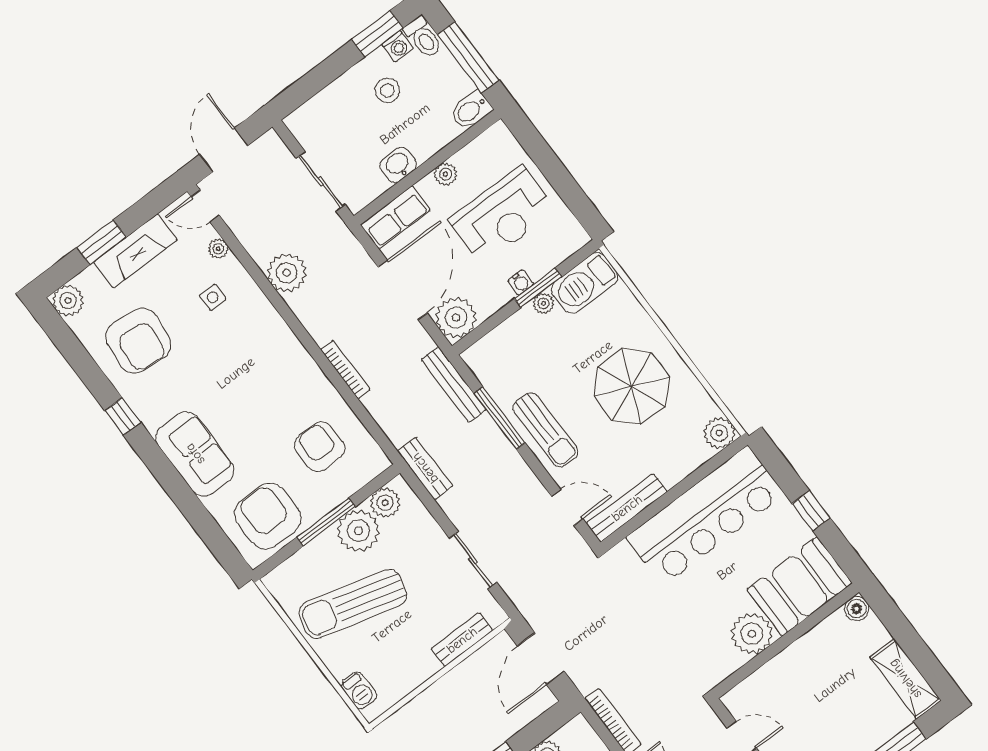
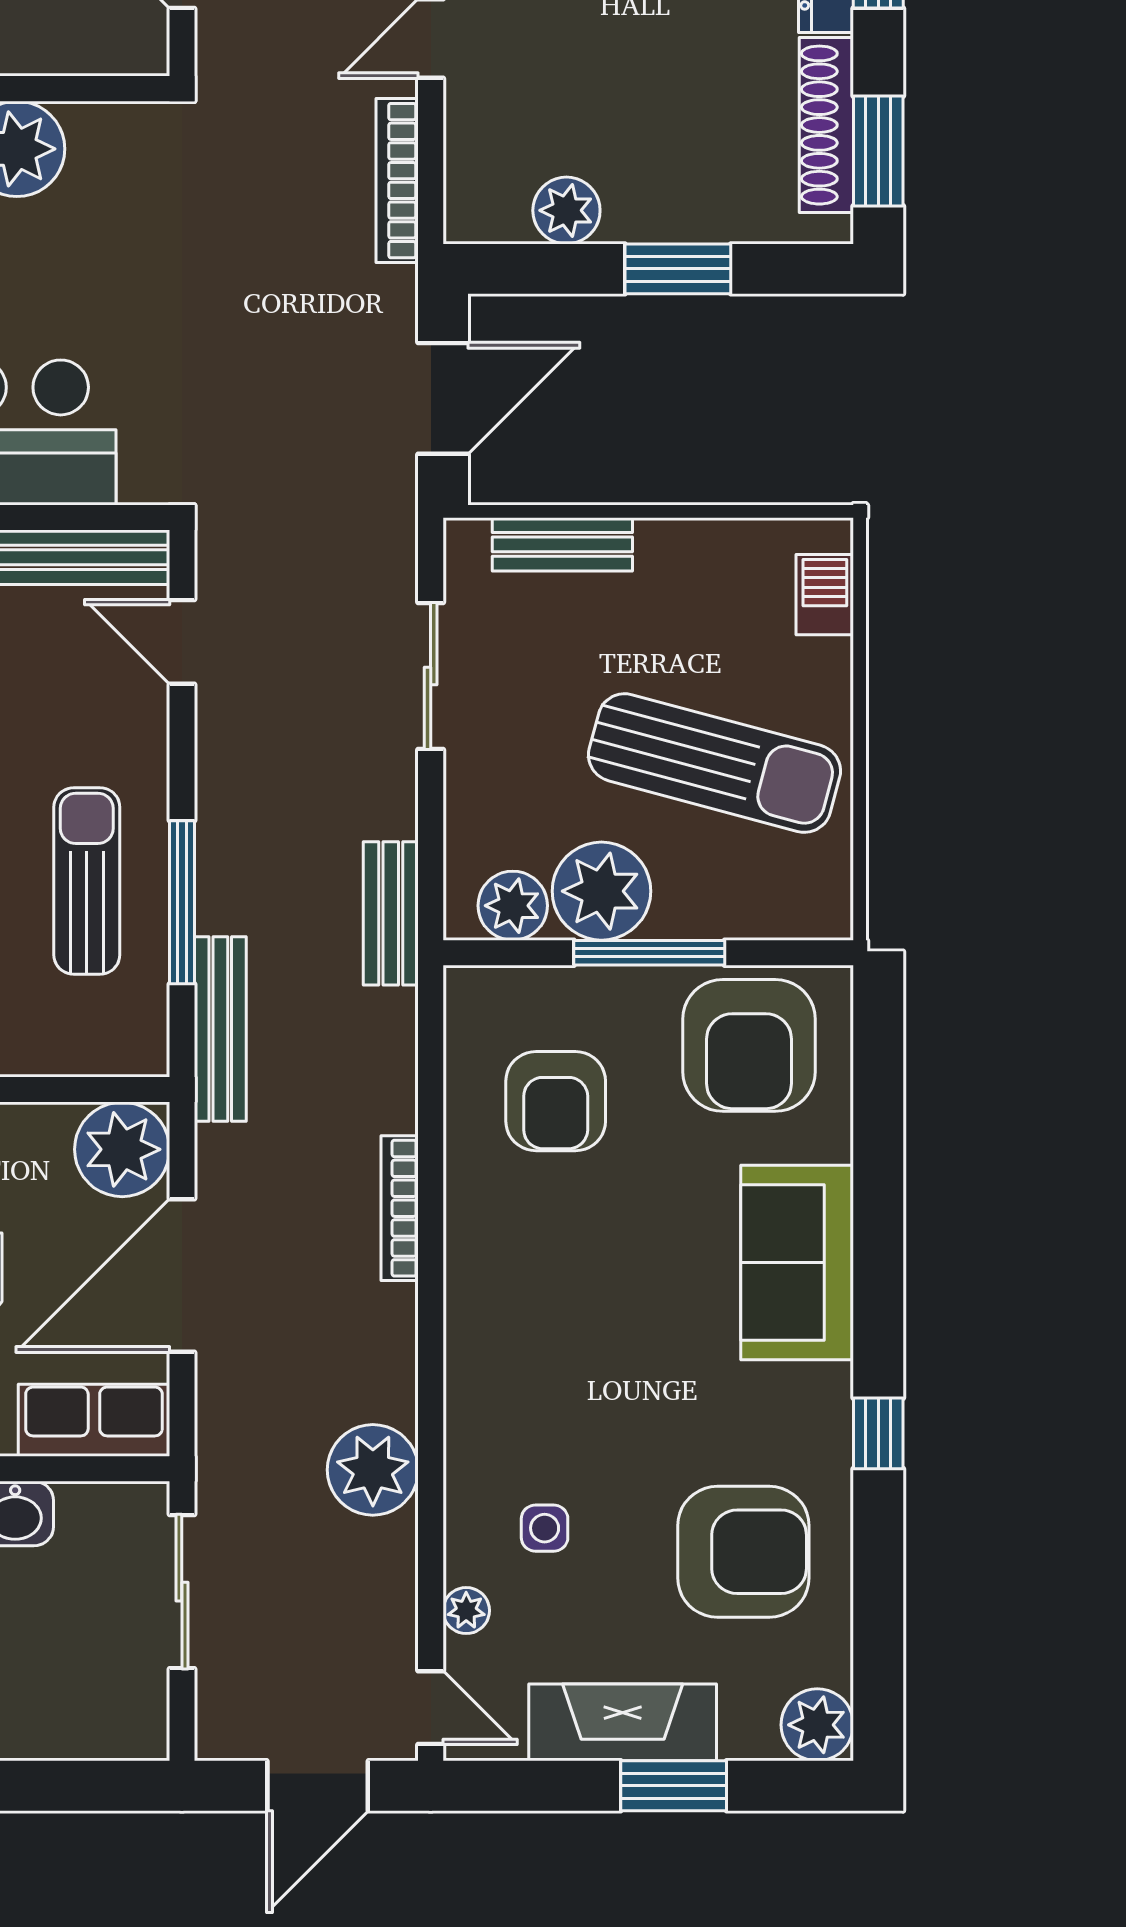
armchair: (138, 341) -> (743, 1552), turned 84
sun lounger: (545, 430) -> (87, 881), moved

